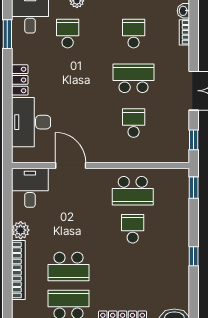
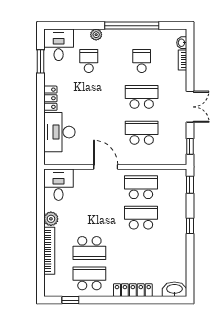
school desk: (134, 123) -> (142, 133), width x1.85
door: (71, 166) -> (106, 167), moved
school desk: (133, 191) -> (141, 187), turned 180
school desk: (133, 229) -> (141, 218), width x1.85
window: (194, 256) -> (190, 226), moved

